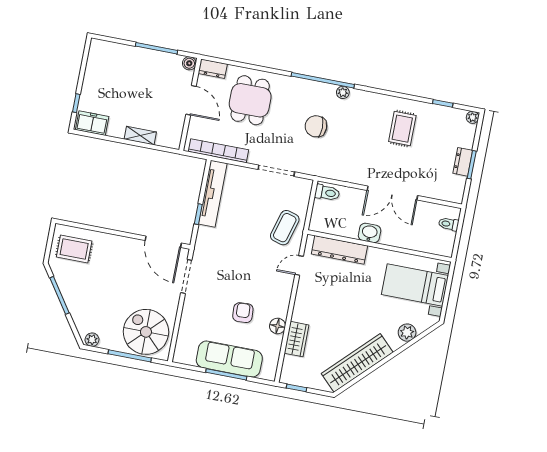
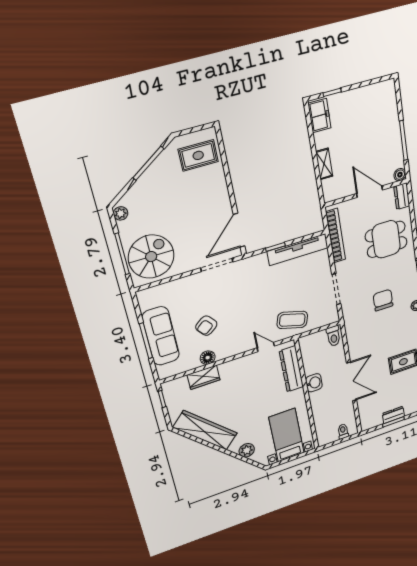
door: (191, 100) -> (370, 192), swing flipped
double door: (392, 193) -> (352, 382), swing flipped
rug: (74, 249) -> (198, 155), turned 90
armchair: (243, 313) -> (206, 326), turned 145

